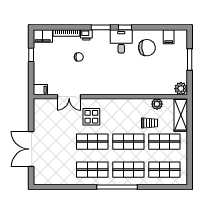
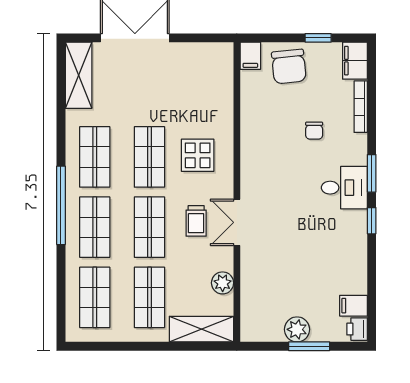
printer: (86, 35) -> (357, 329), moved
desk: (121, 41) -> (344, 188), moved
chair: (147, 48) -> (289, 66), moved
plant: (181, 89) -> (297, 329), moved
double door: (69, 97) -> (237, 222), moved
trolley: (150, 123) -> (196, 221), moved
shelving: (50, 178) -> (79, 75), added

